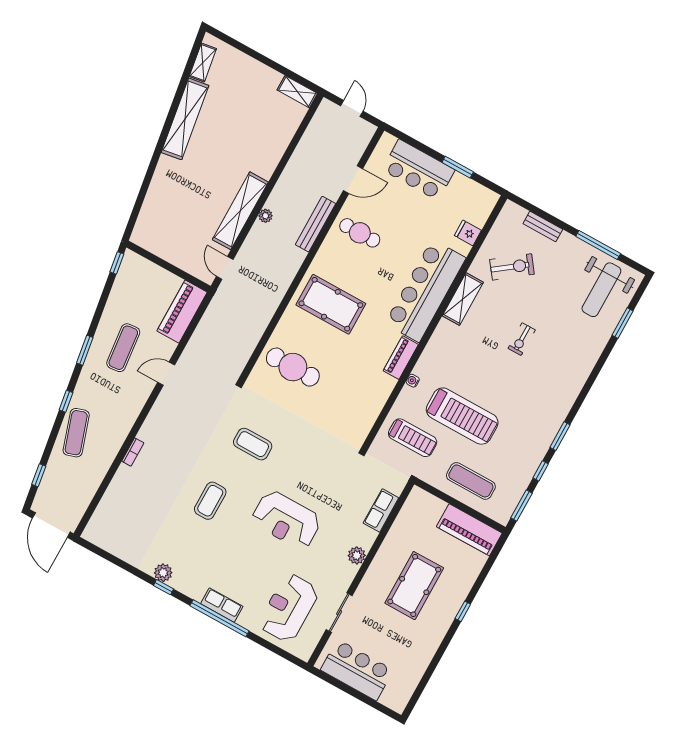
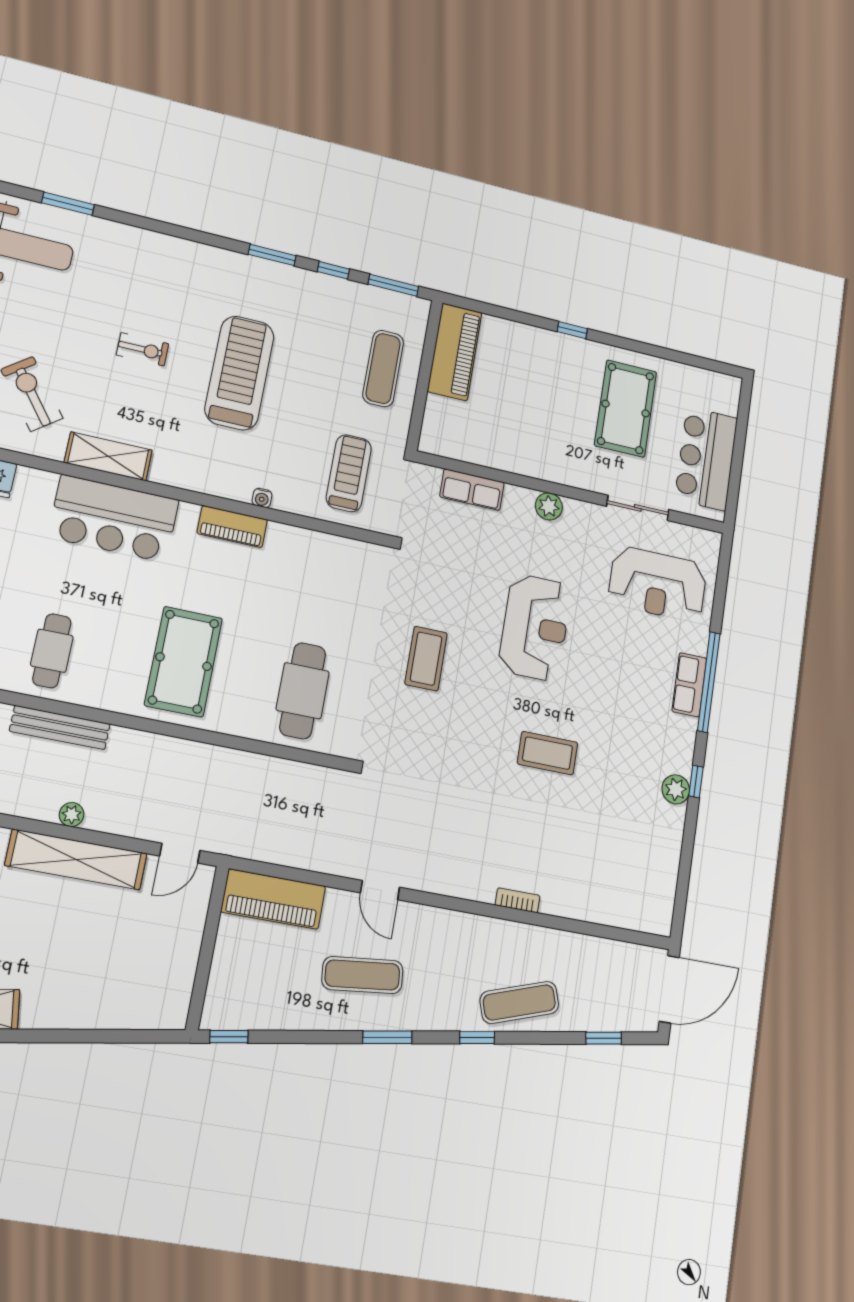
bar counter: (425, 291) -> (114, 518), width x0.73
treadmill: (462, 416) -> (239, 373), moved
coffee table: (253, 444) -> (426, 659), moved
pool table: (414, 586) -> (626, 409), moved, turned 90

